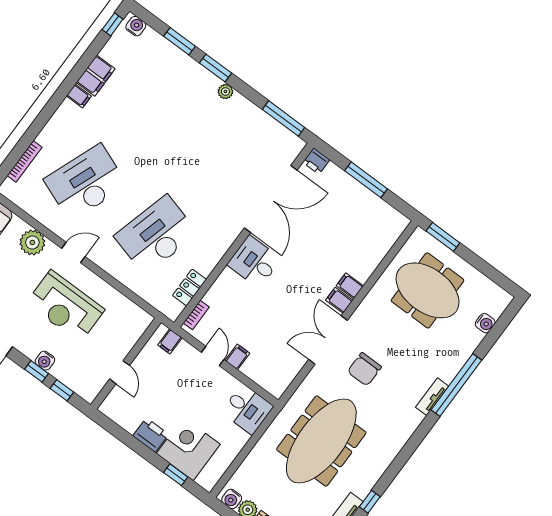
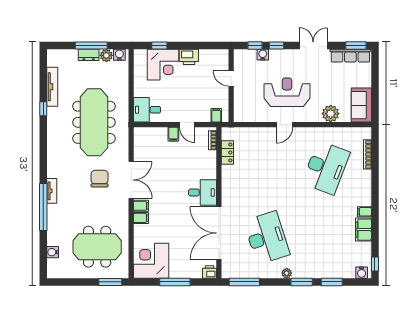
corner desk: (376, 226) -> (151, 261), added
desk: (156, 235) -> (267, 238), moved, turned -33
door: (73, 252) -> (284, 125), moved
water cooler: (45, 361) -> (263, 55), moved

